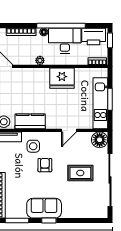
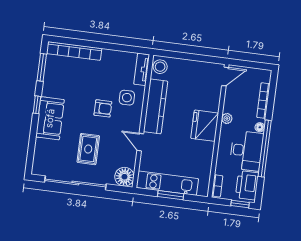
fridge: (62, 78) -> (205, 126), moved
kitchen counter: (30, 121) -> (155, 106), width x1.50
sofa: (44, 208) -> (50, 118), moved

